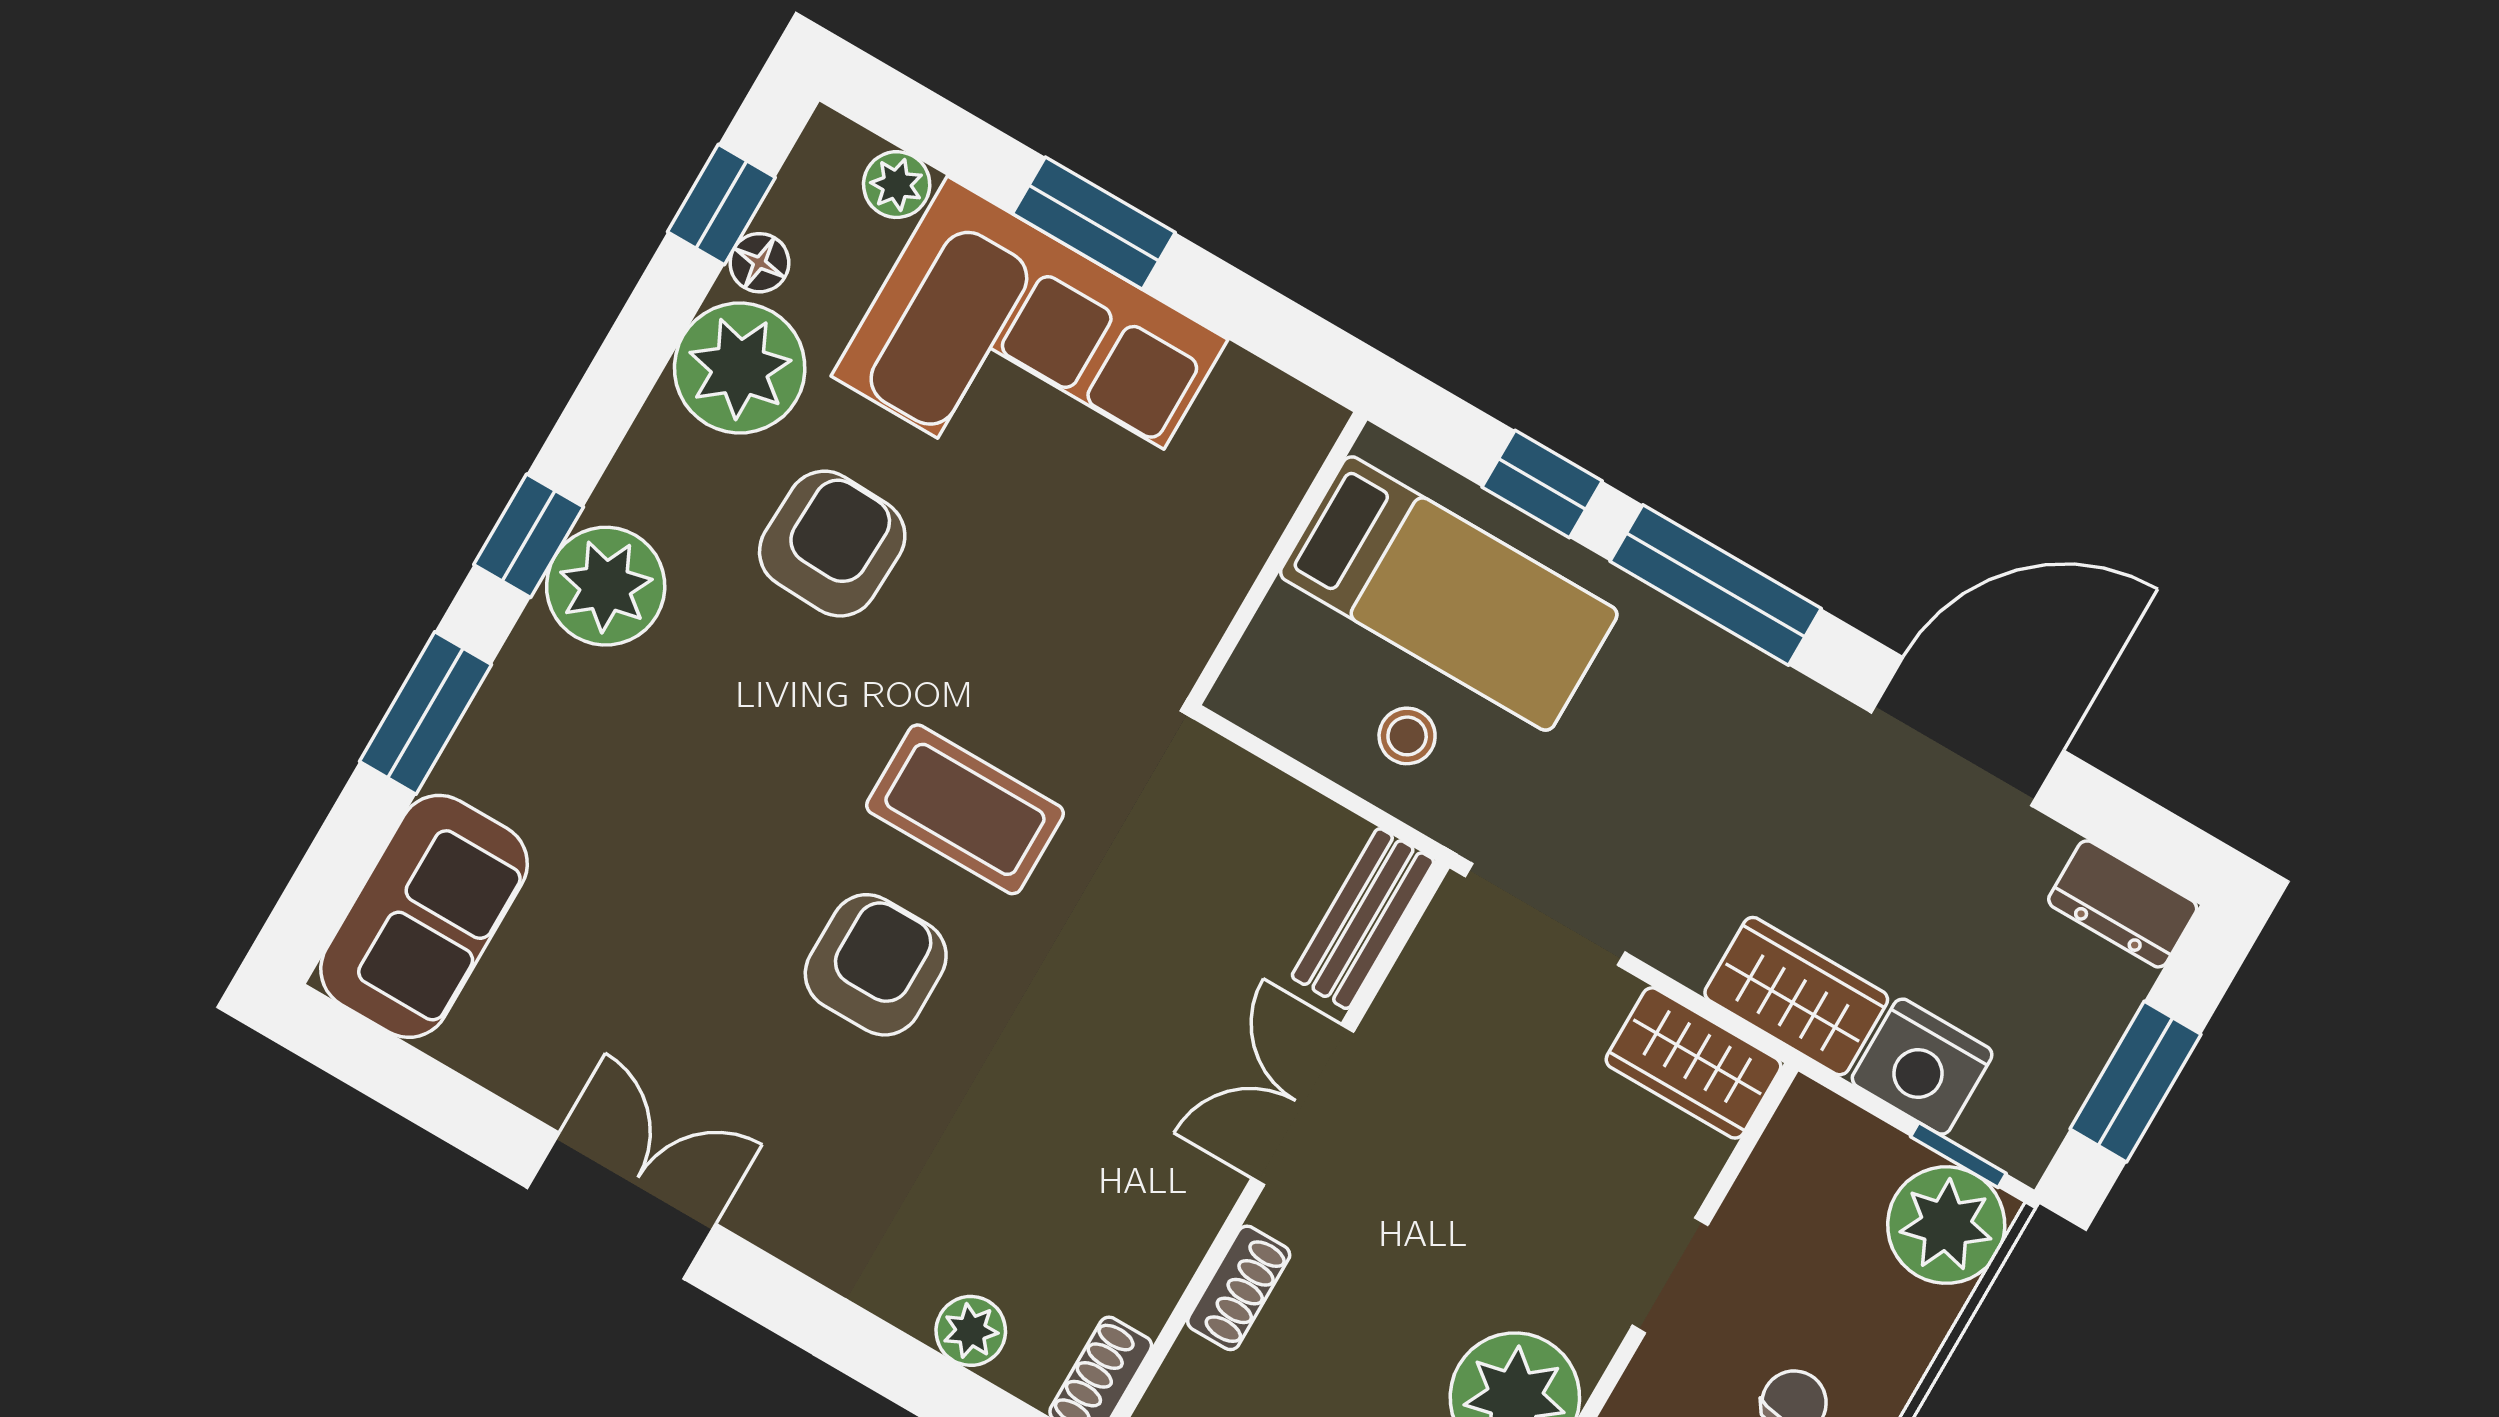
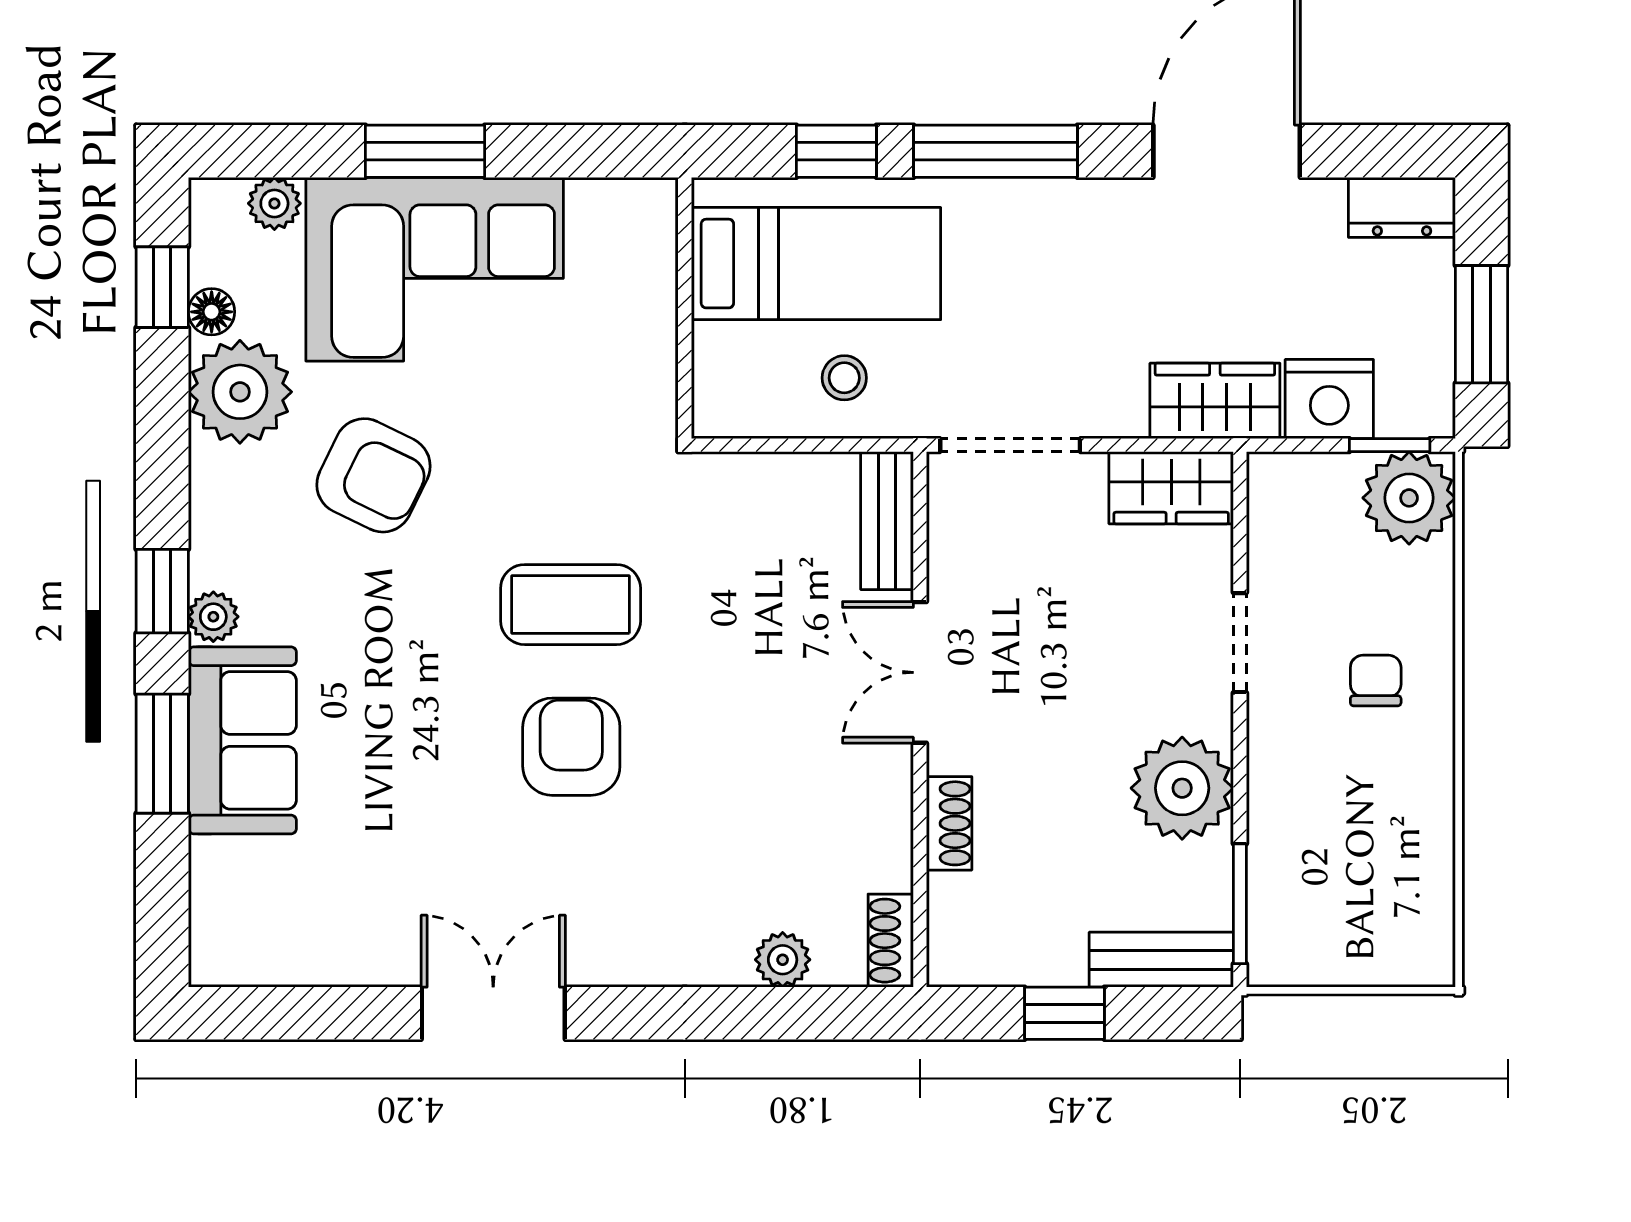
armchair: (832, 544) -> (373, 475), turned 114
plant: (606, 586) -> (213, 617), width x0.53, depth x0.53
sofa: (424, 916) -> (242, 740), moved

